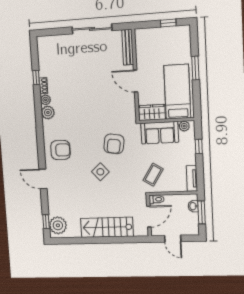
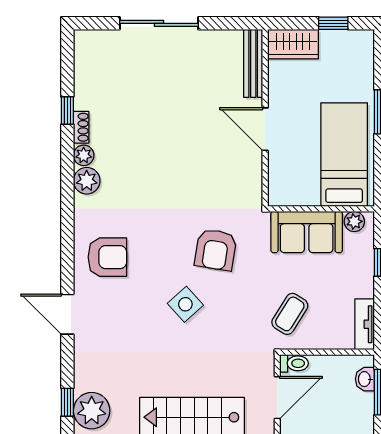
sliding door: (92, 29) -> (159, 23), moved
wardrobe: (152, 112) -> (293, 44), moved, turned 180

